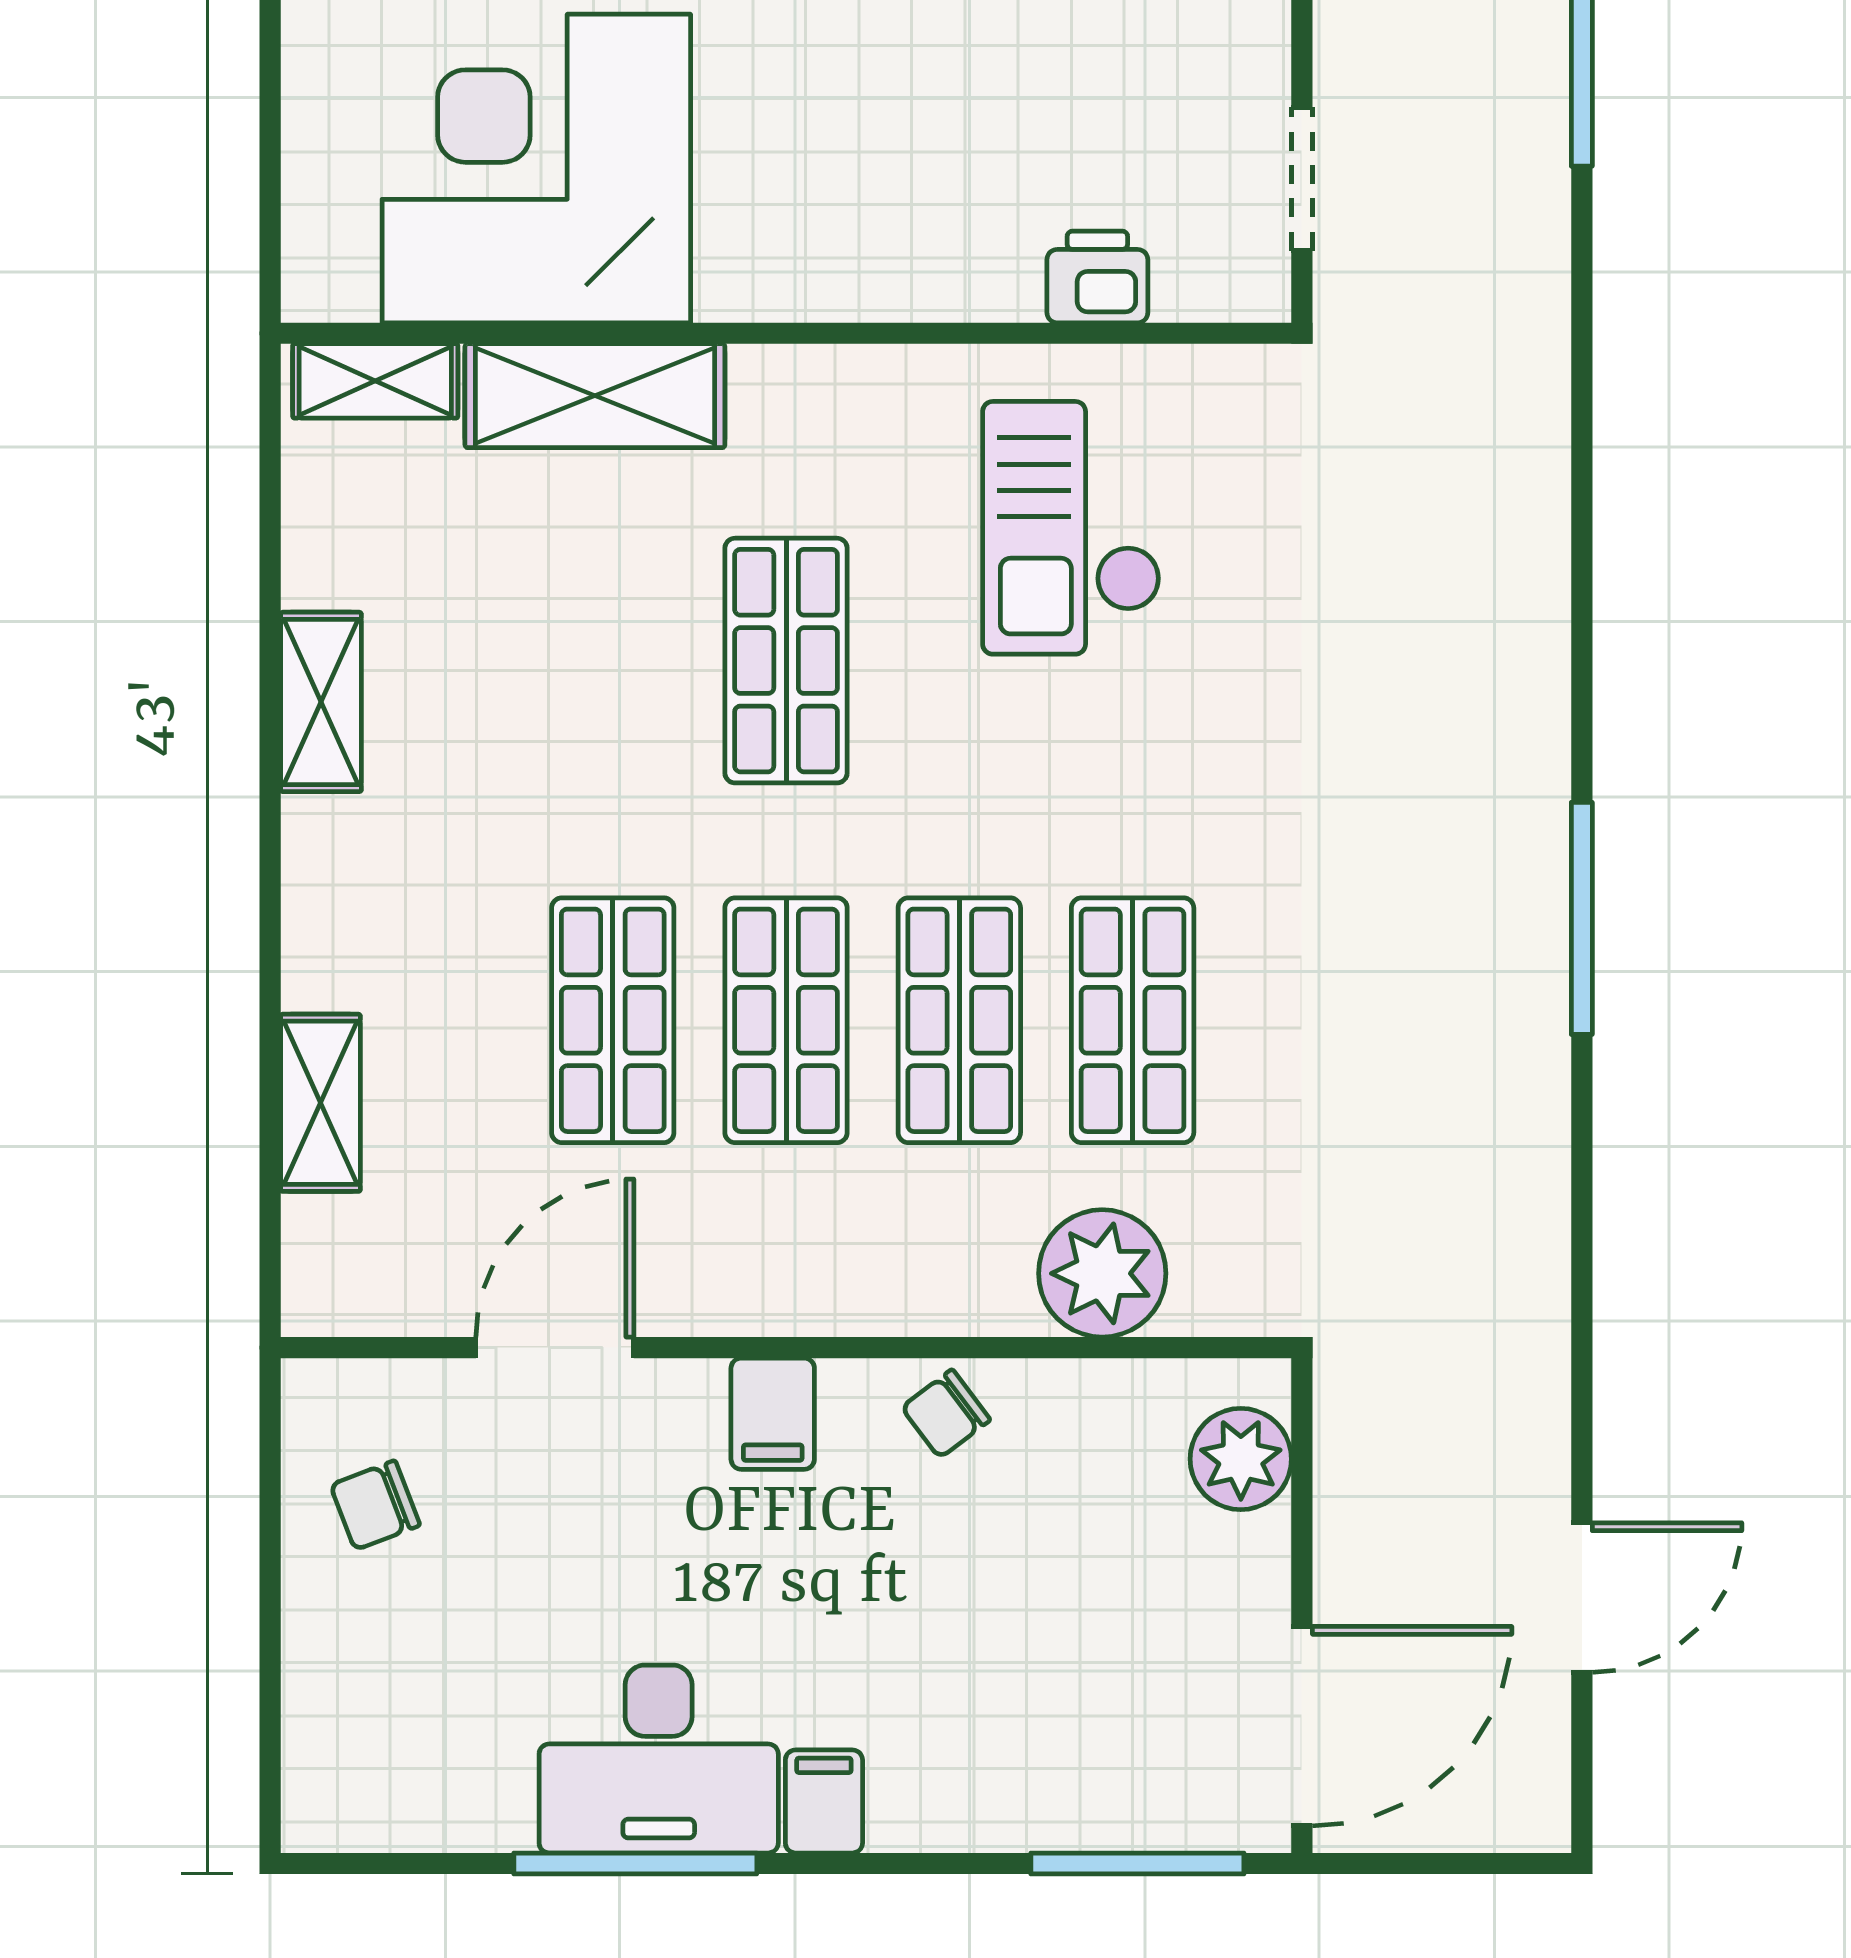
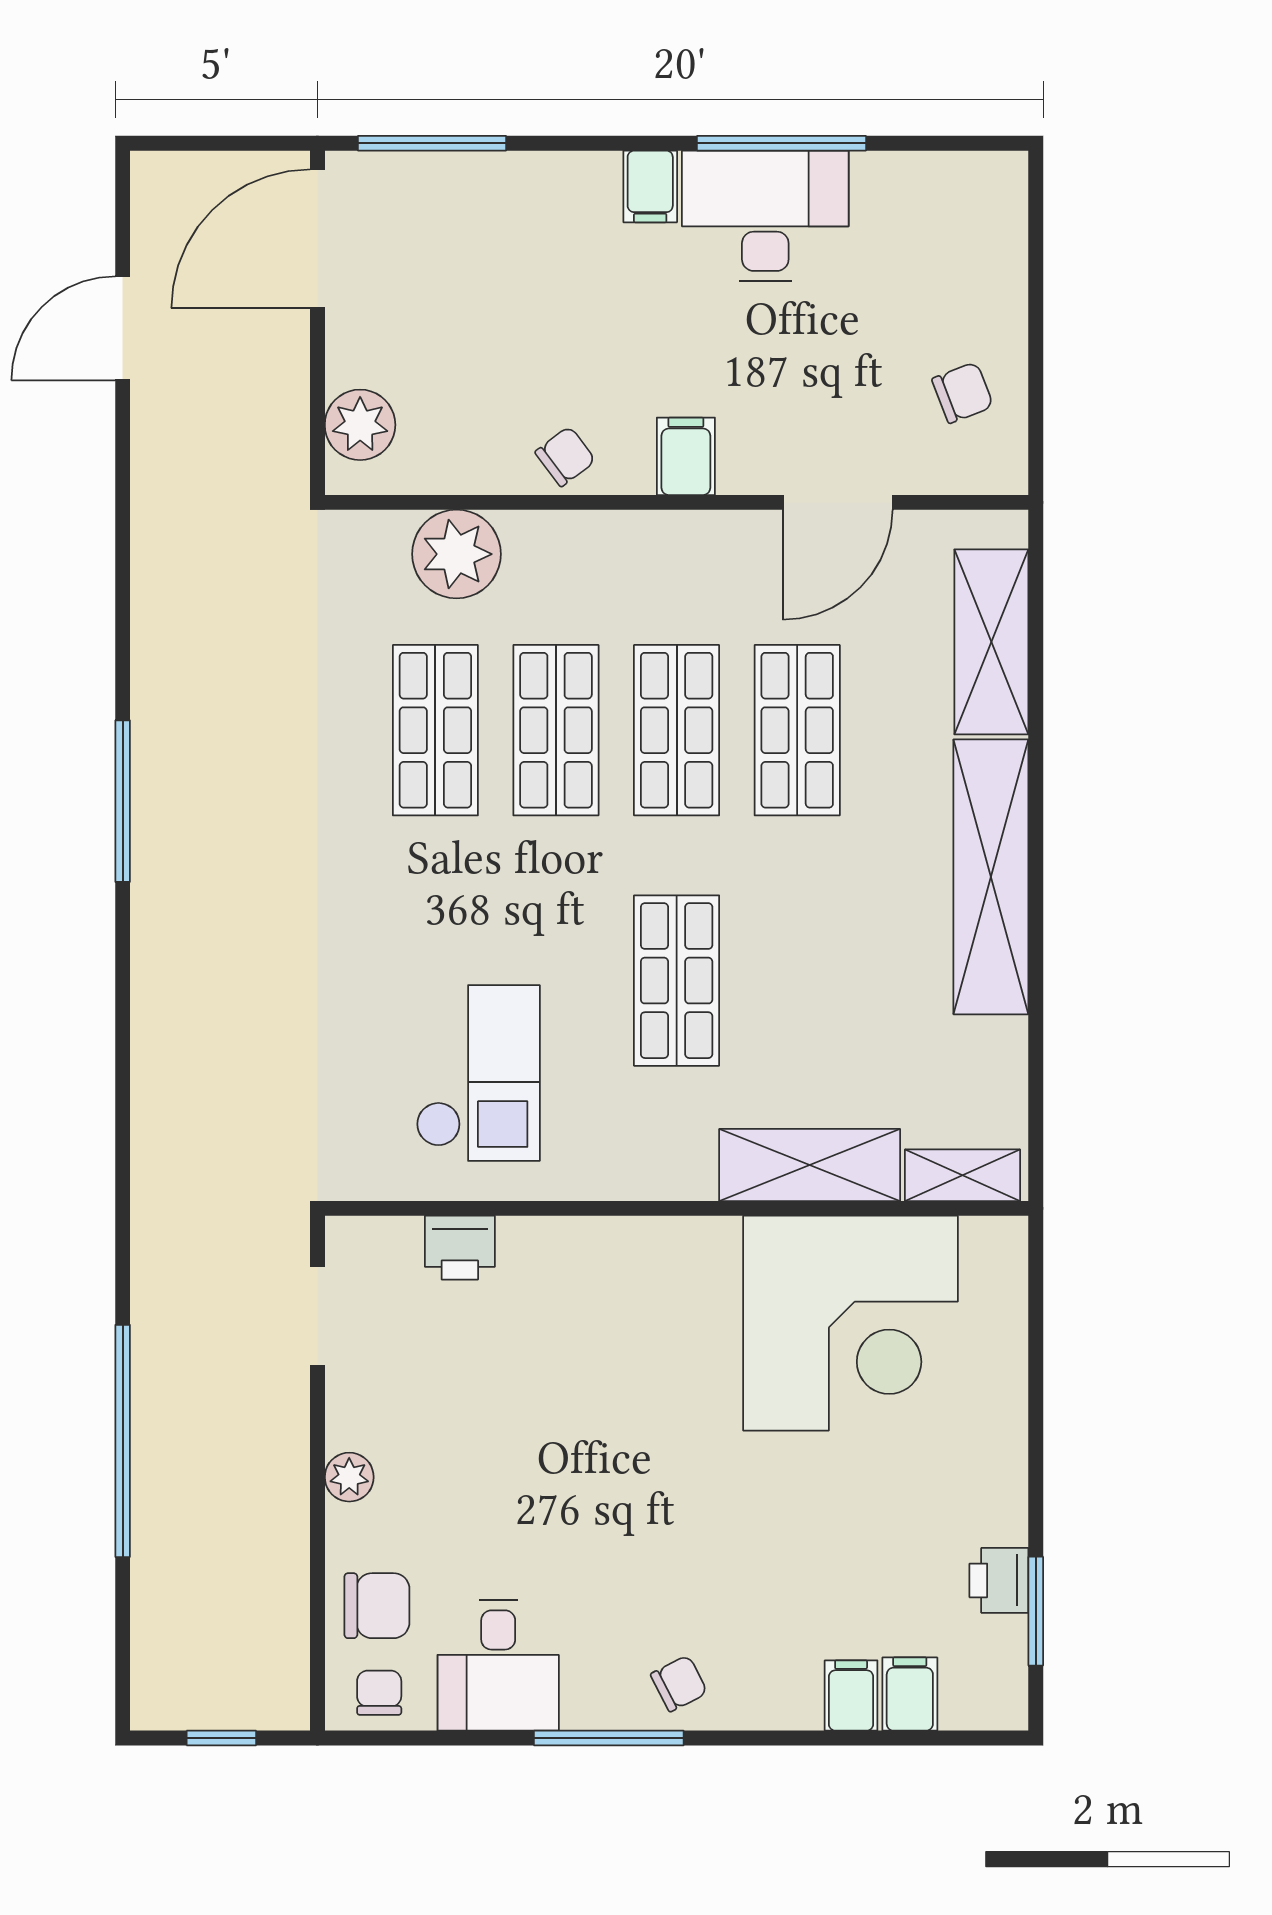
shelving: (321, 702) -> (991, 877), width x2.20, depth x1.33
shelving: (321, 1103) -> (991, 642), width x1.50, depth x1.33

